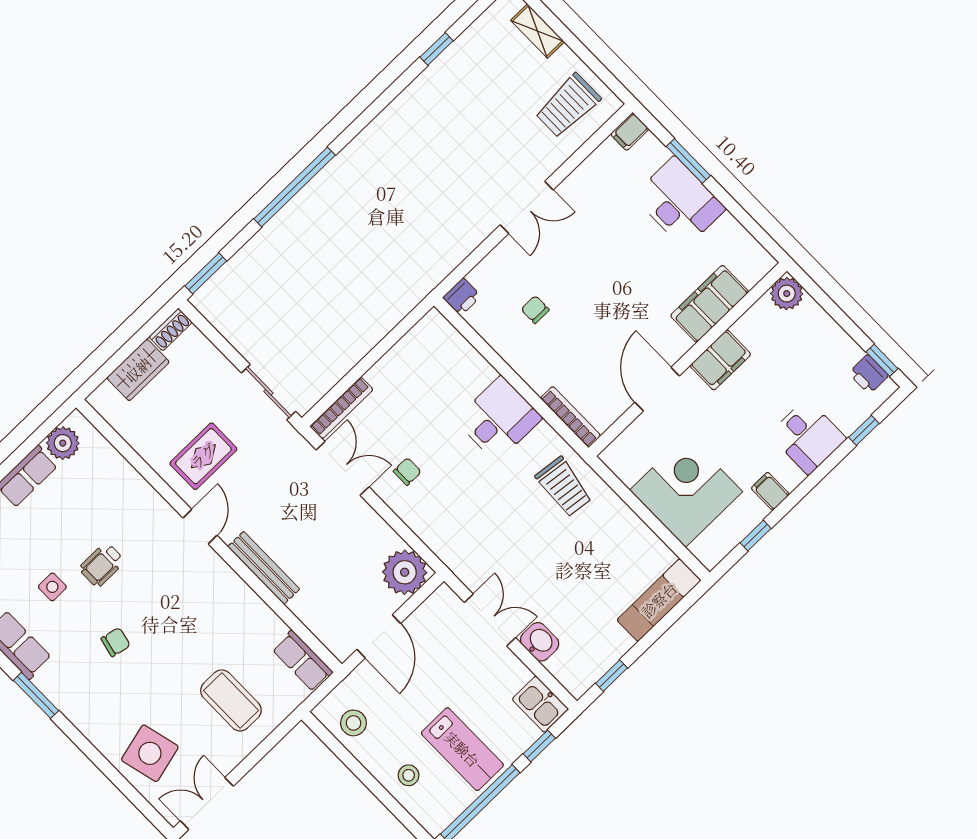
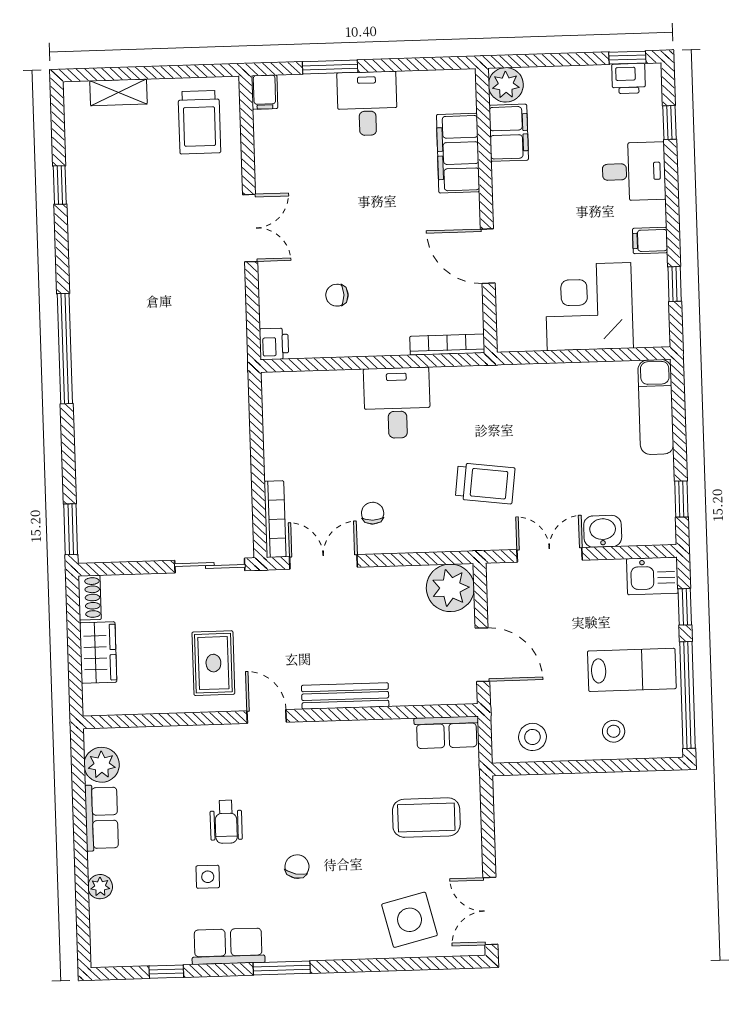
window: (295, 187) -> (65, 349), moved
desk: (679, 202) -> (367, 104), width x0.73
filing cabinet: (720, 360) -> (509, 133), moved
trolley: (564, 487) -> (485, 483), moved

